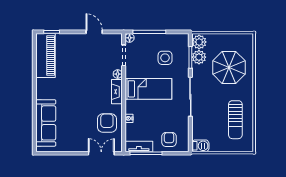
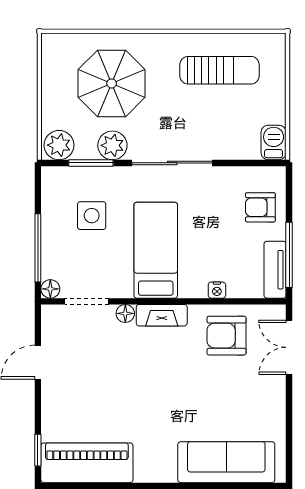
plant: (199, 57) -> (112, 145), moved

